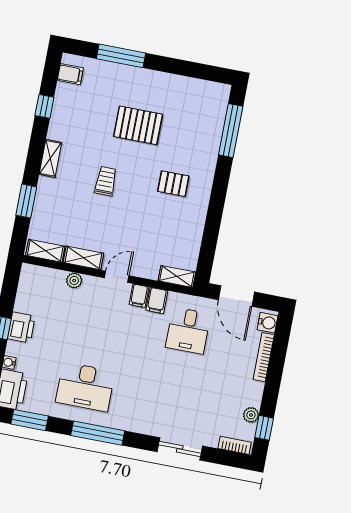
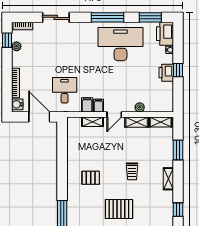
shelving: (177, 276) -> (93, 122), moved
desk: (85, 387) -> (120, 44), width x1.36, depth x1.30

